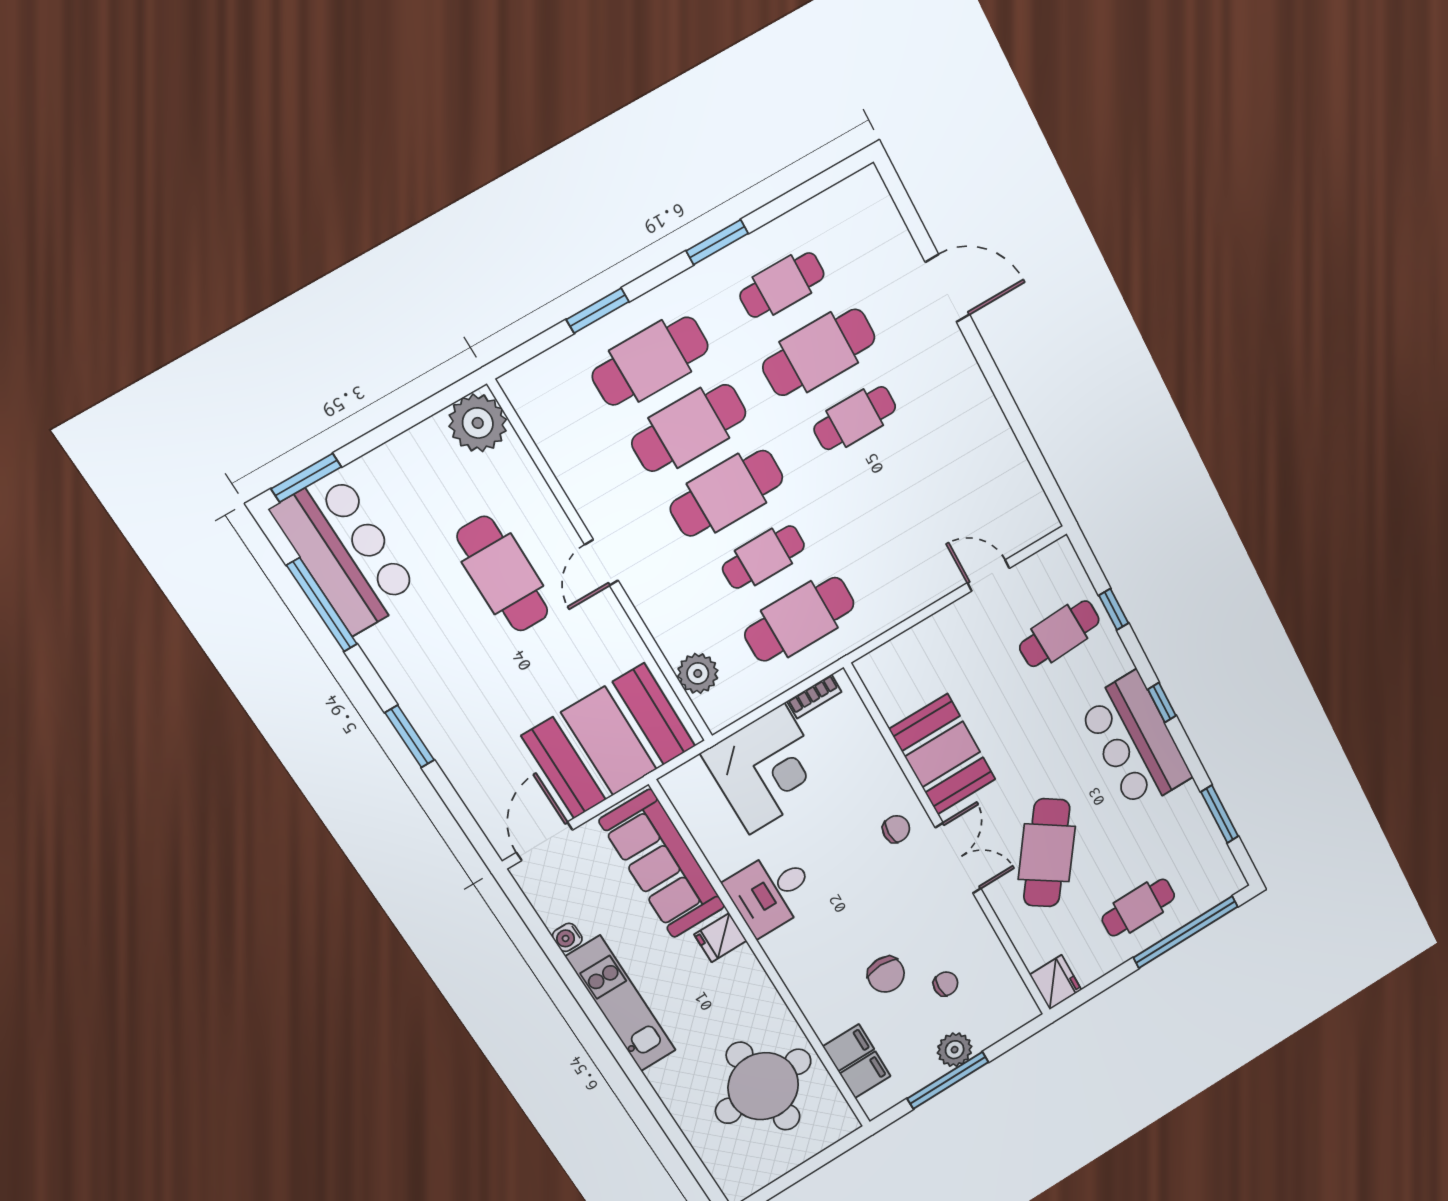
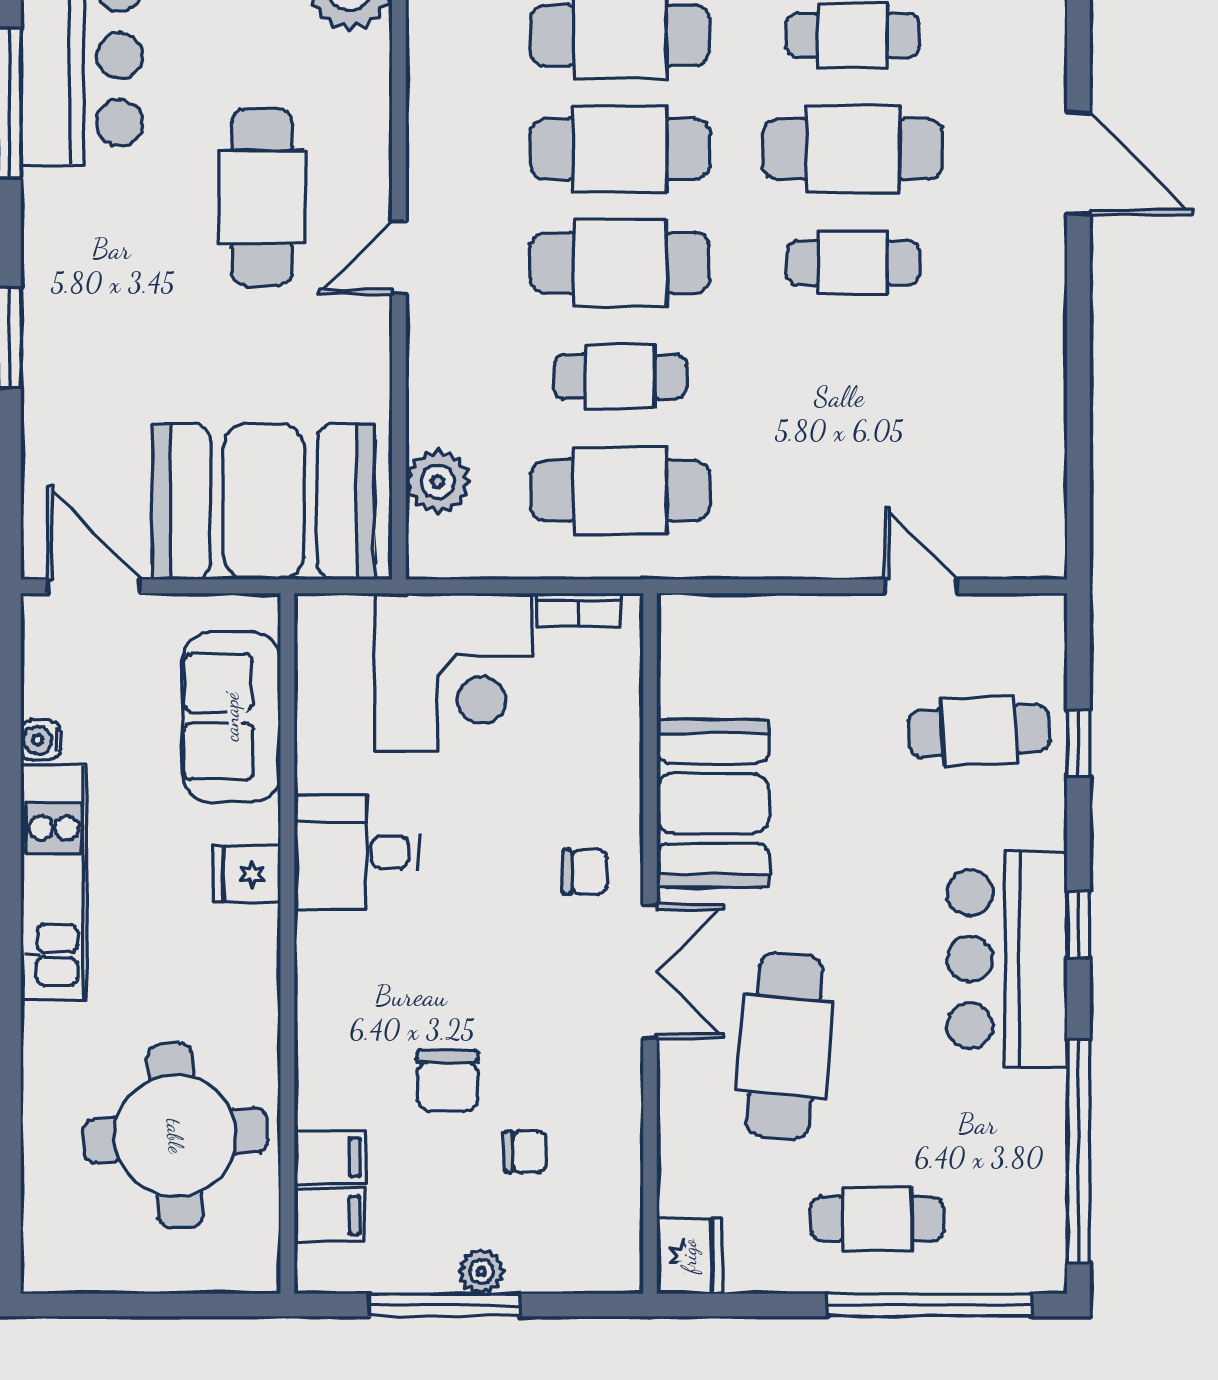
window: (1220, 814) -> (1078, 1151), width x2.11
door: (544, 841) -> (94, 586), hinge flipped
cafe table: (1047, 853) -> (785, 1046), turned -30
sofa: (662, 864) -> (231, 717), width x0.73
plant: (955, 1050) -> (481, 1271), width x0.73, depth x0.73

